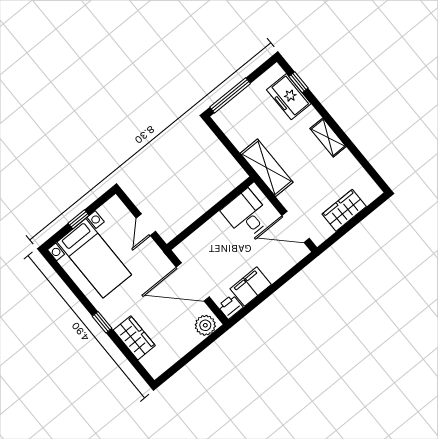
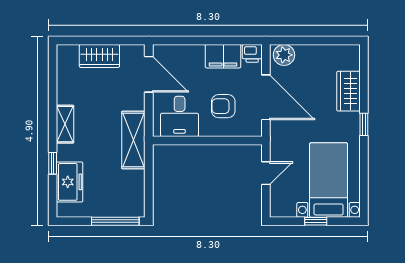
window: (299, 82) -> (53, 163), moved
armchair: (220, 249) -> (223, 106), added

